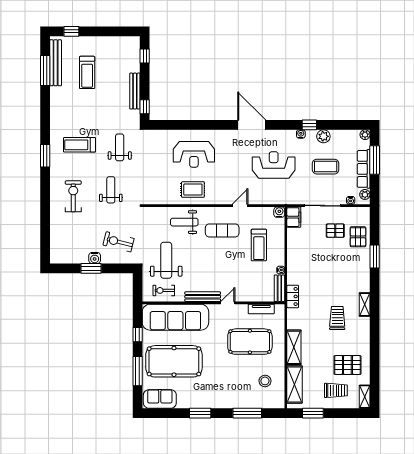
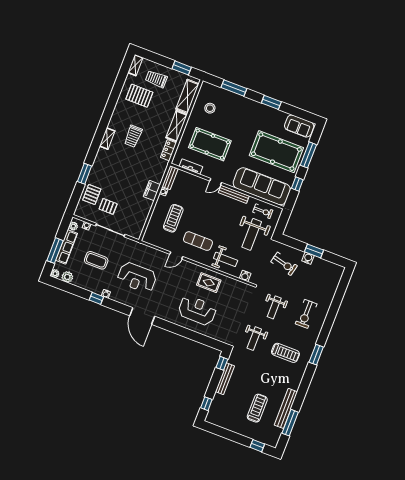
bench: (56, 63) -> (286, 408), moved
plant: (323, 136) -> (67, 277), moved
water cooler: (279, 212) -> (245, 276), moved
filing cabinet: (294, 217) -> (152, 191), moved
locker: (293, 296) -> (168, 150), moved

